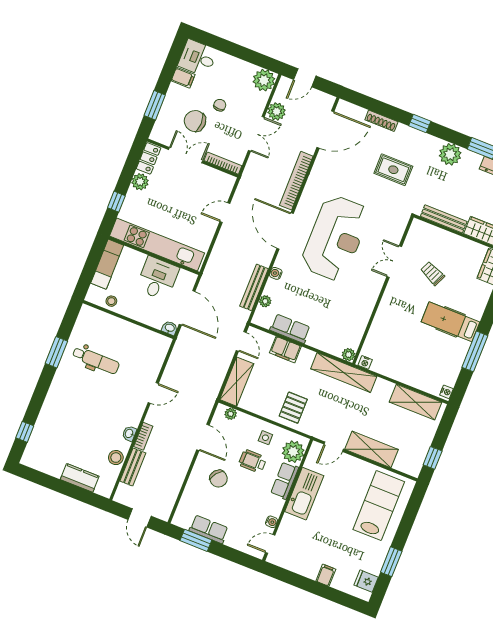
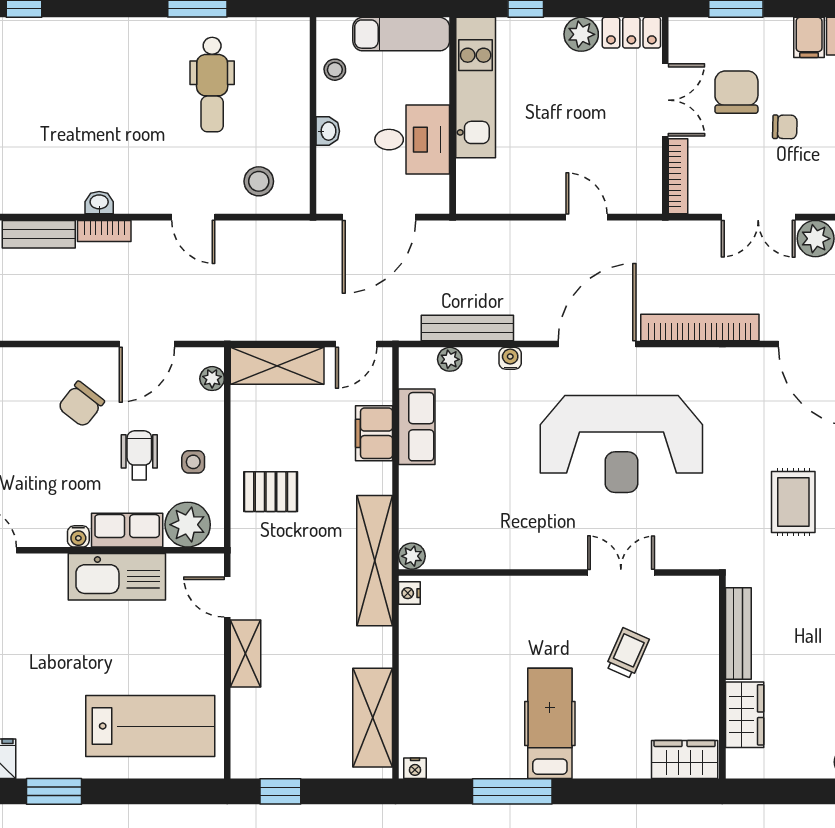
kitchen unit: (157, 244) -> (476, 87), width x0.73
washbasin: (170, 328) -> (328, 131), moved
shelving: (372, 449) -> (246, 653), width x0.67, depth x0.75
stool: (116, 458) -> (259, 181), moved
water cooler: (272, 522) -> (78, 536), moved

